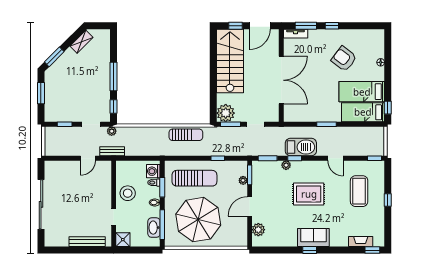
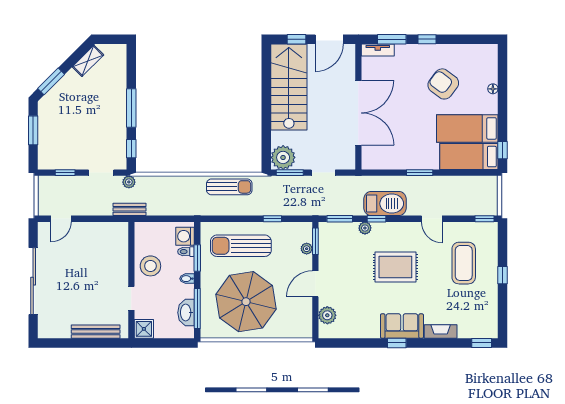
door: (88, 158) -> (61, 219), moved
sun lounger: (194, 178) -> (241, 246), turned 180
fireplace: (361, 242) -> (441, 331), moved

